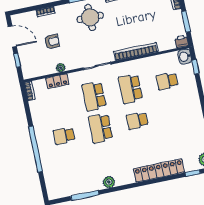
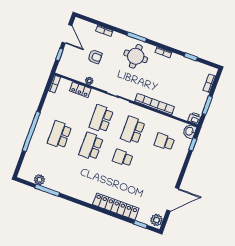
school desk: (64, 136) -> (59, 135), width x1.85
plant: (109, 182) -> (39, 180), moved

